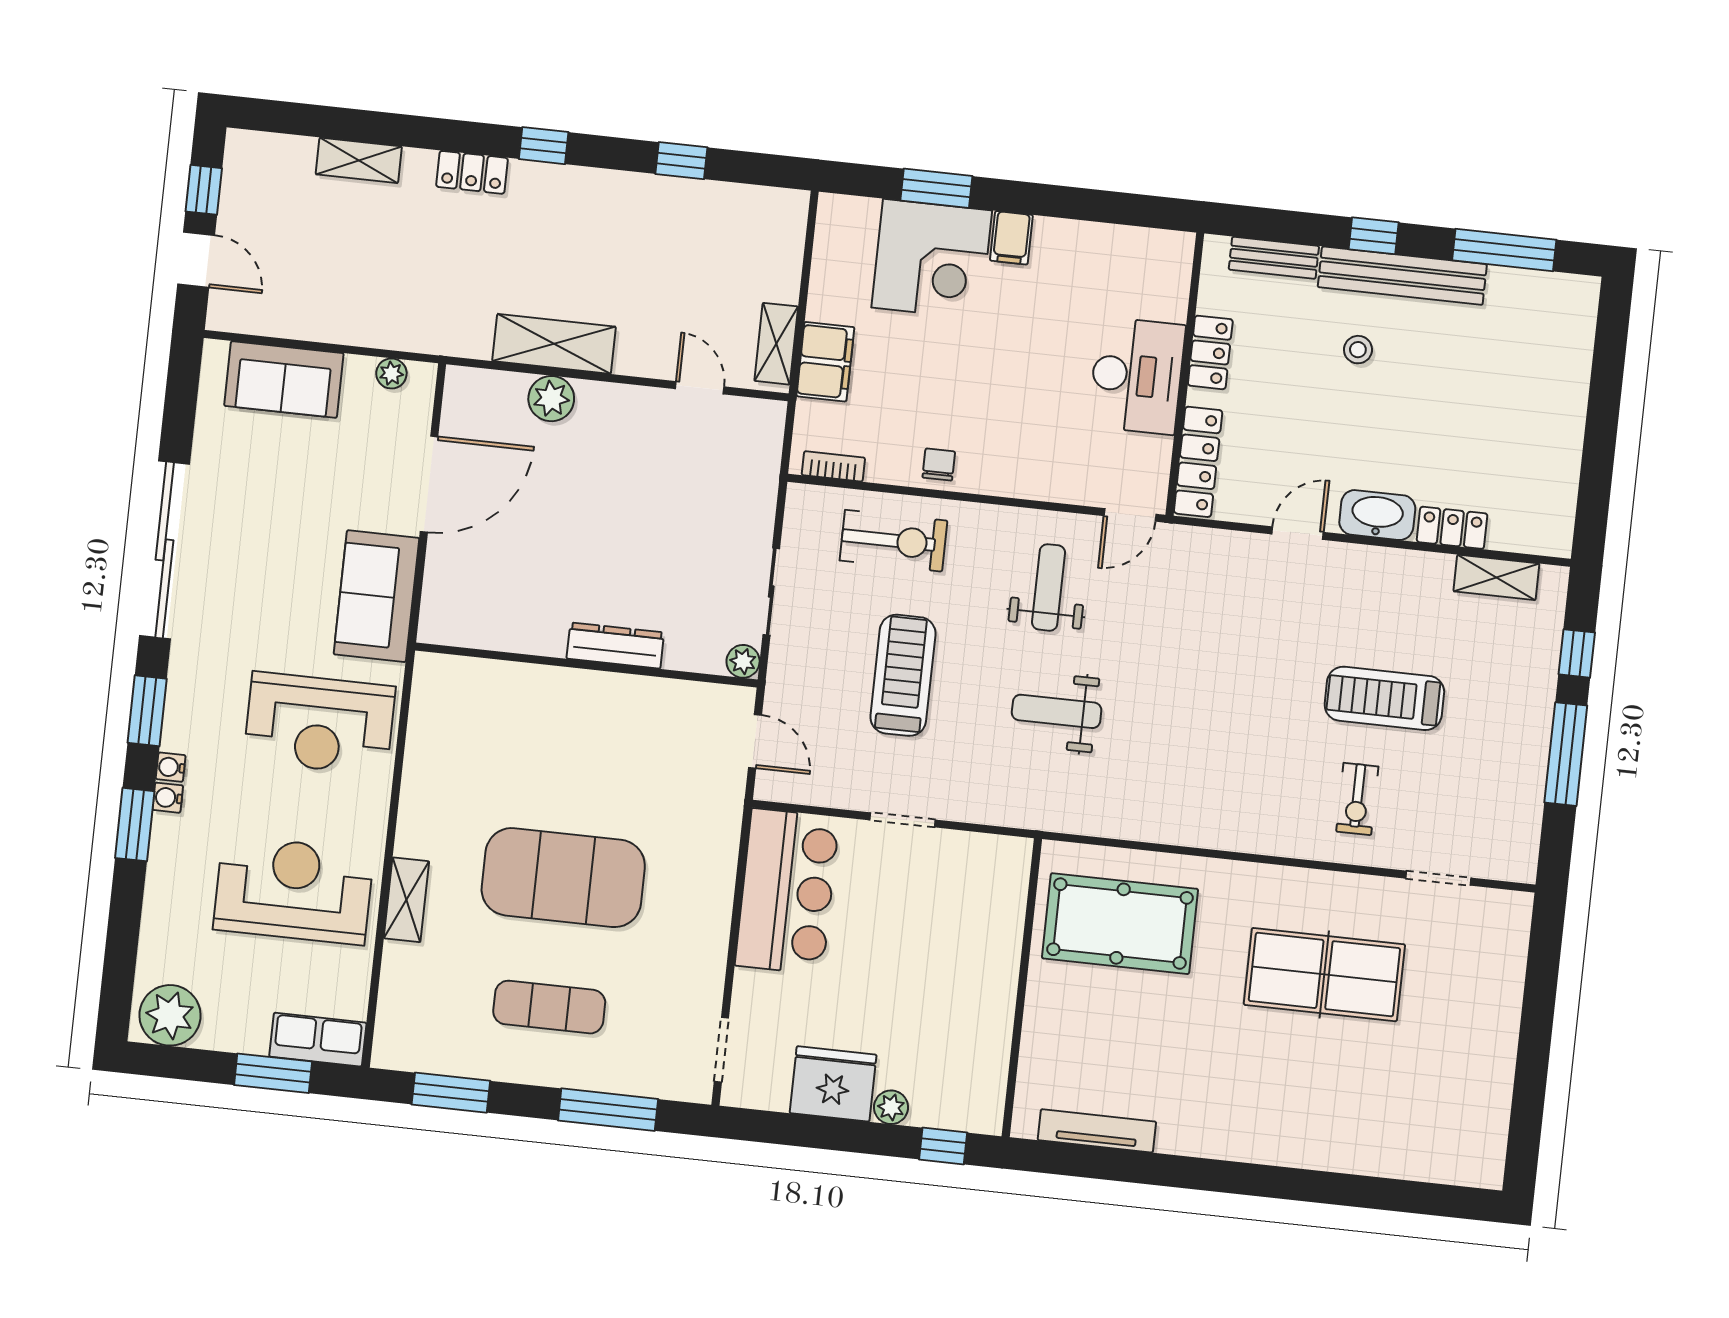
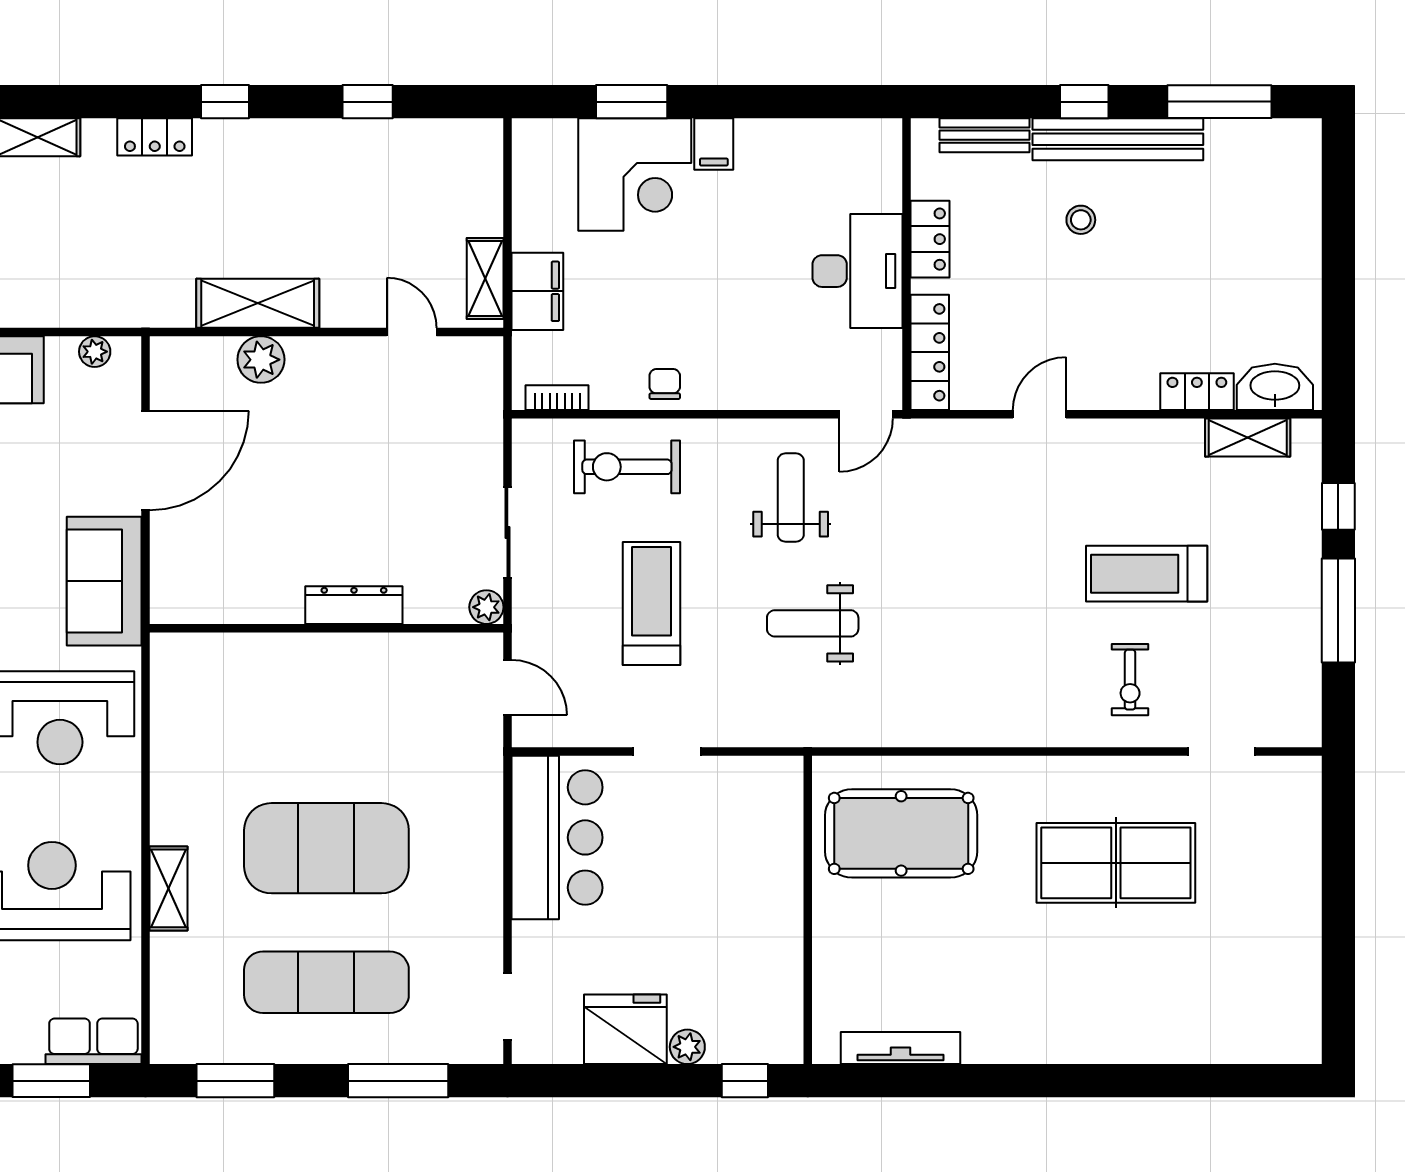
washbasin: (1377, 515) -> (1275, 387), moved
exercise bike: (894, 541) -> (627, 467), turned 180
exercise mat: (549, 1007) -> (326, 982), width x1.36, depth x1.45

